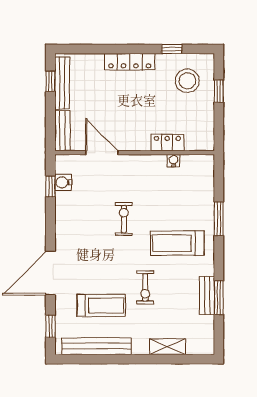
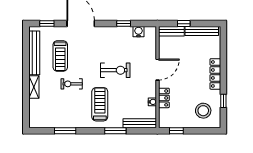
window: (50, 81) -> (184, 24), moved
window: (219, 91) -> (176, 131), moved
door: (102, 153) -> (157, 70), moved
window: (50, 186) -> (124, 24), moved
exercise bike: (124, 219) -> (115, 70), width x1.38, depth x1.39
bench: (207, 295) -> (140, 123), moved, width x1.36
shelving: (167, 347) -> (34, 87), moved

